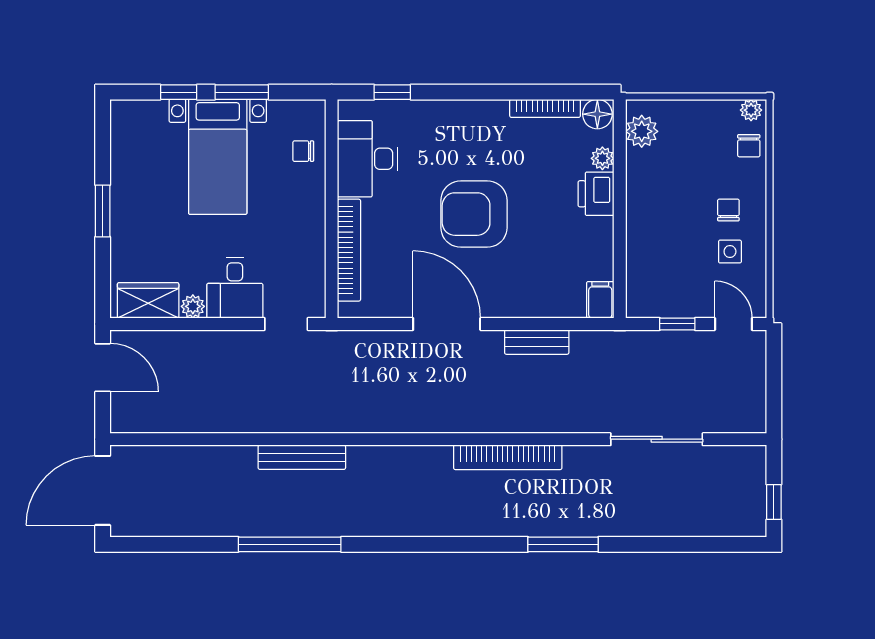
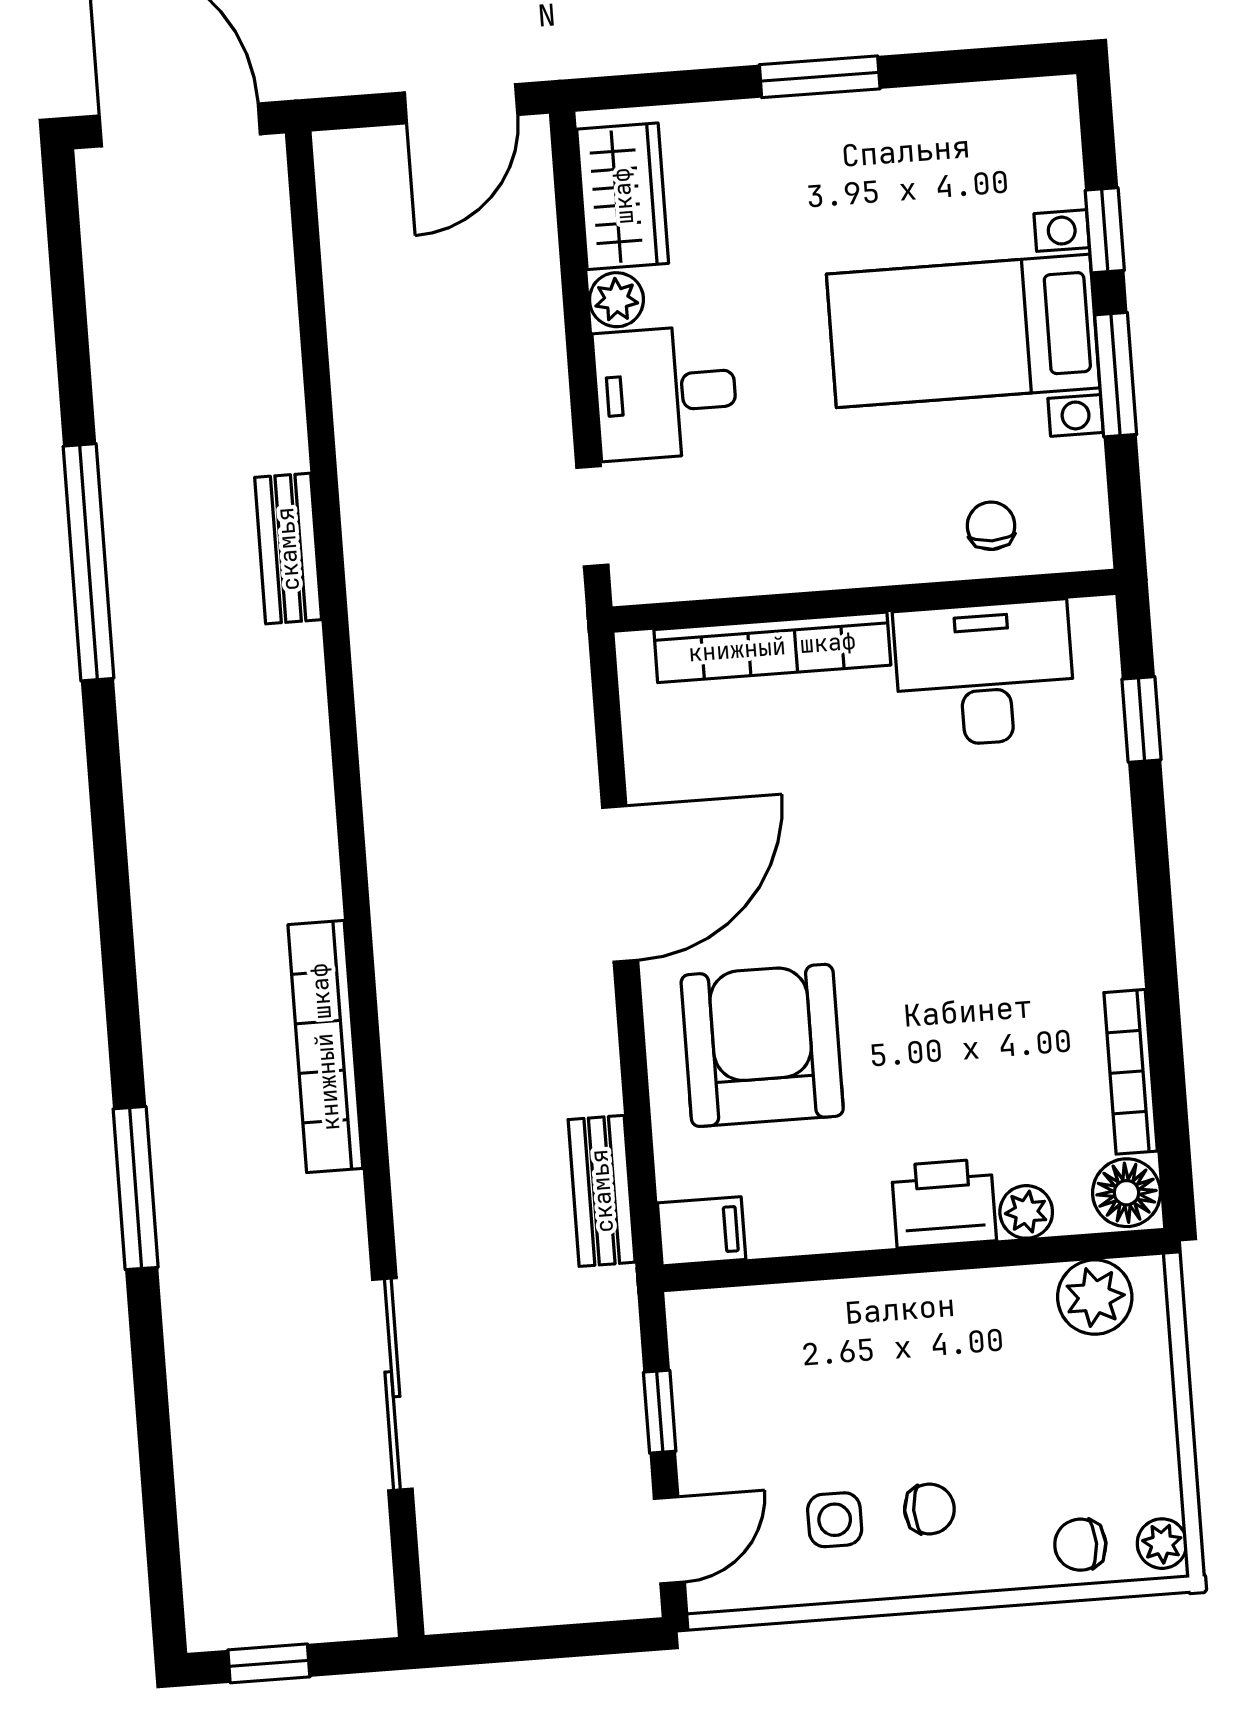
armchair: (474, 214) -> (762, 1045), moved
bench: (537, 342) -> (602, 1191), moved
bench: (302, 457) -> (288, 549), width x0.73

